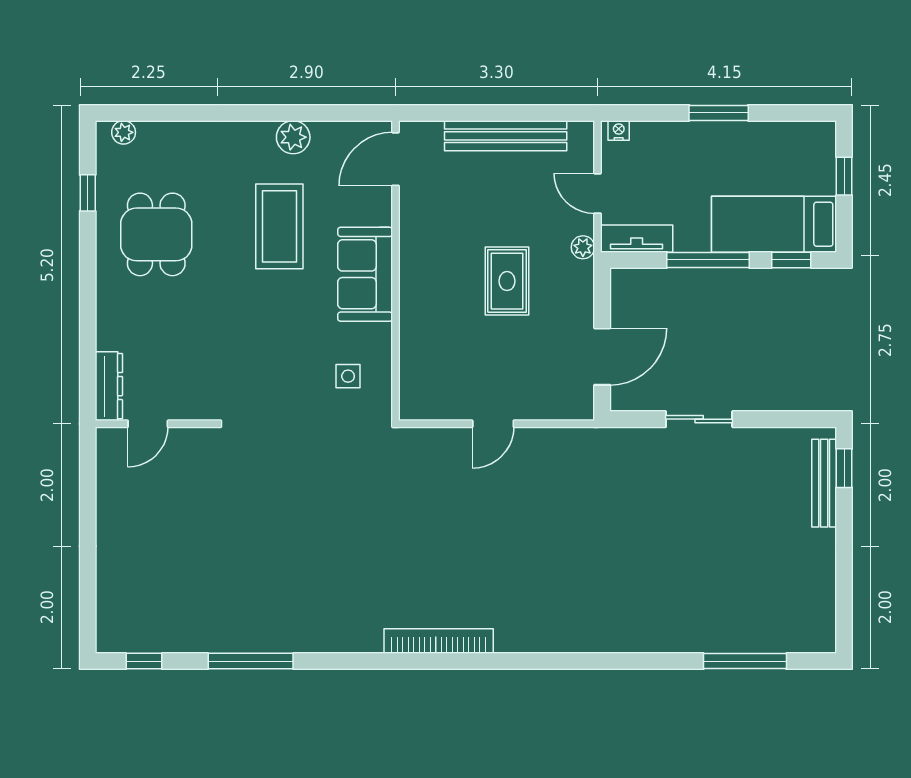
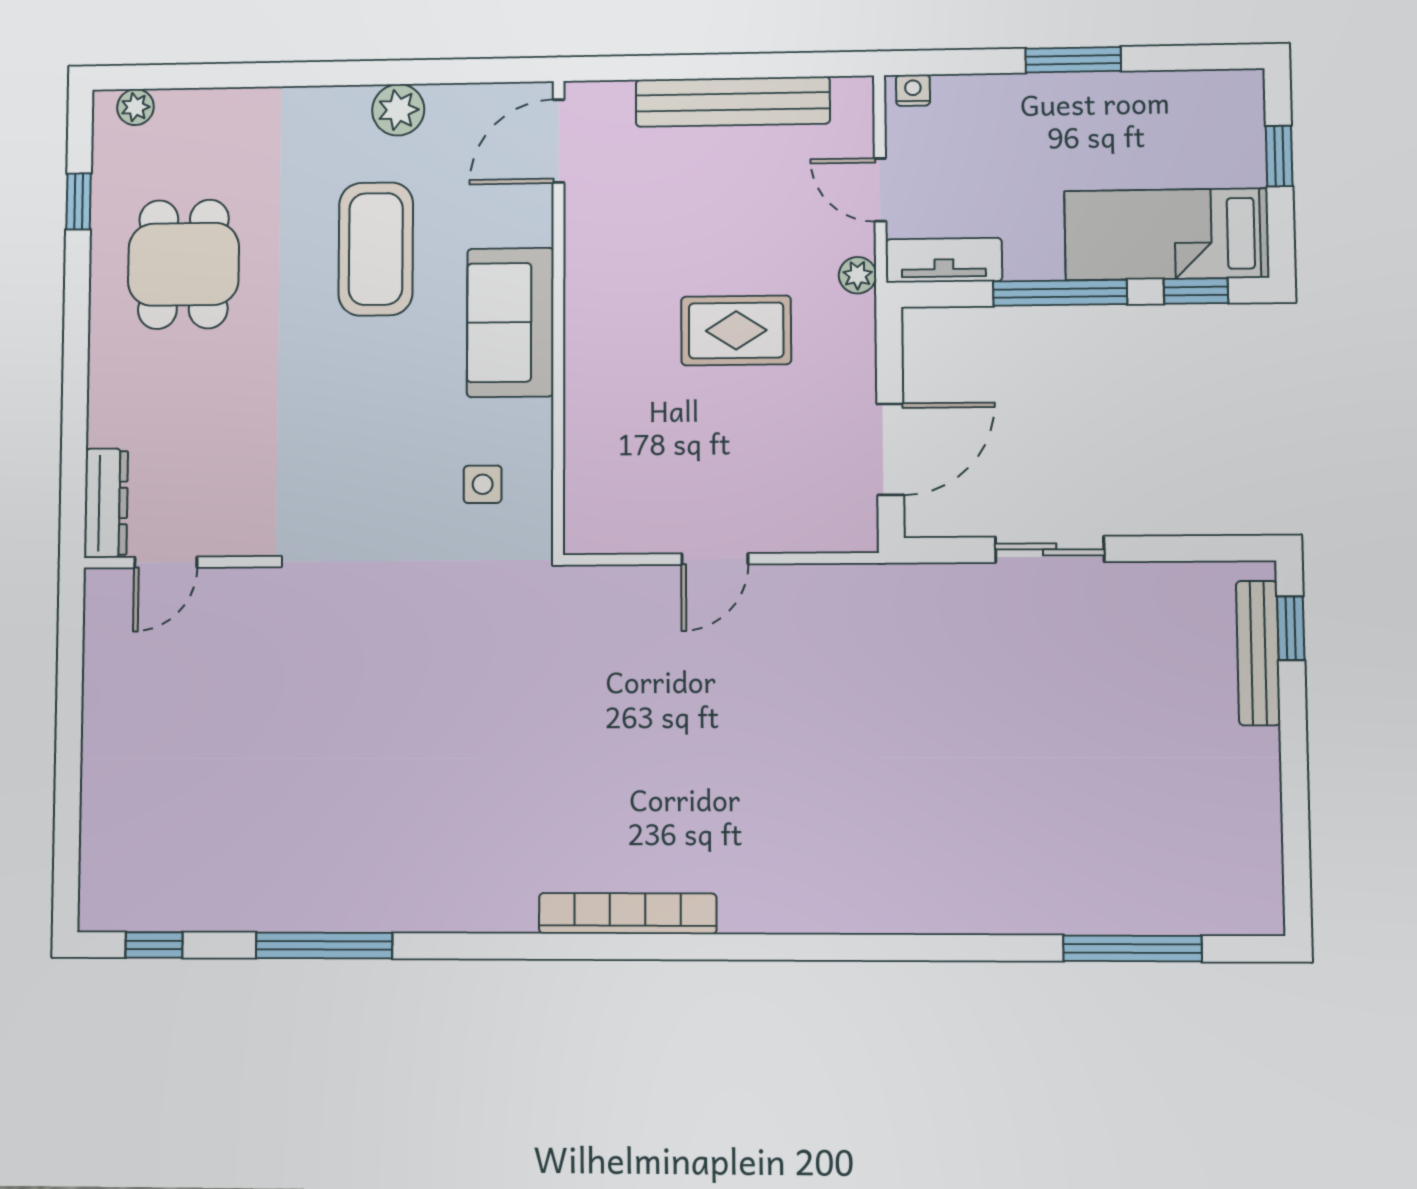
rug: (507, 281) -> (736, 330), turned 90

